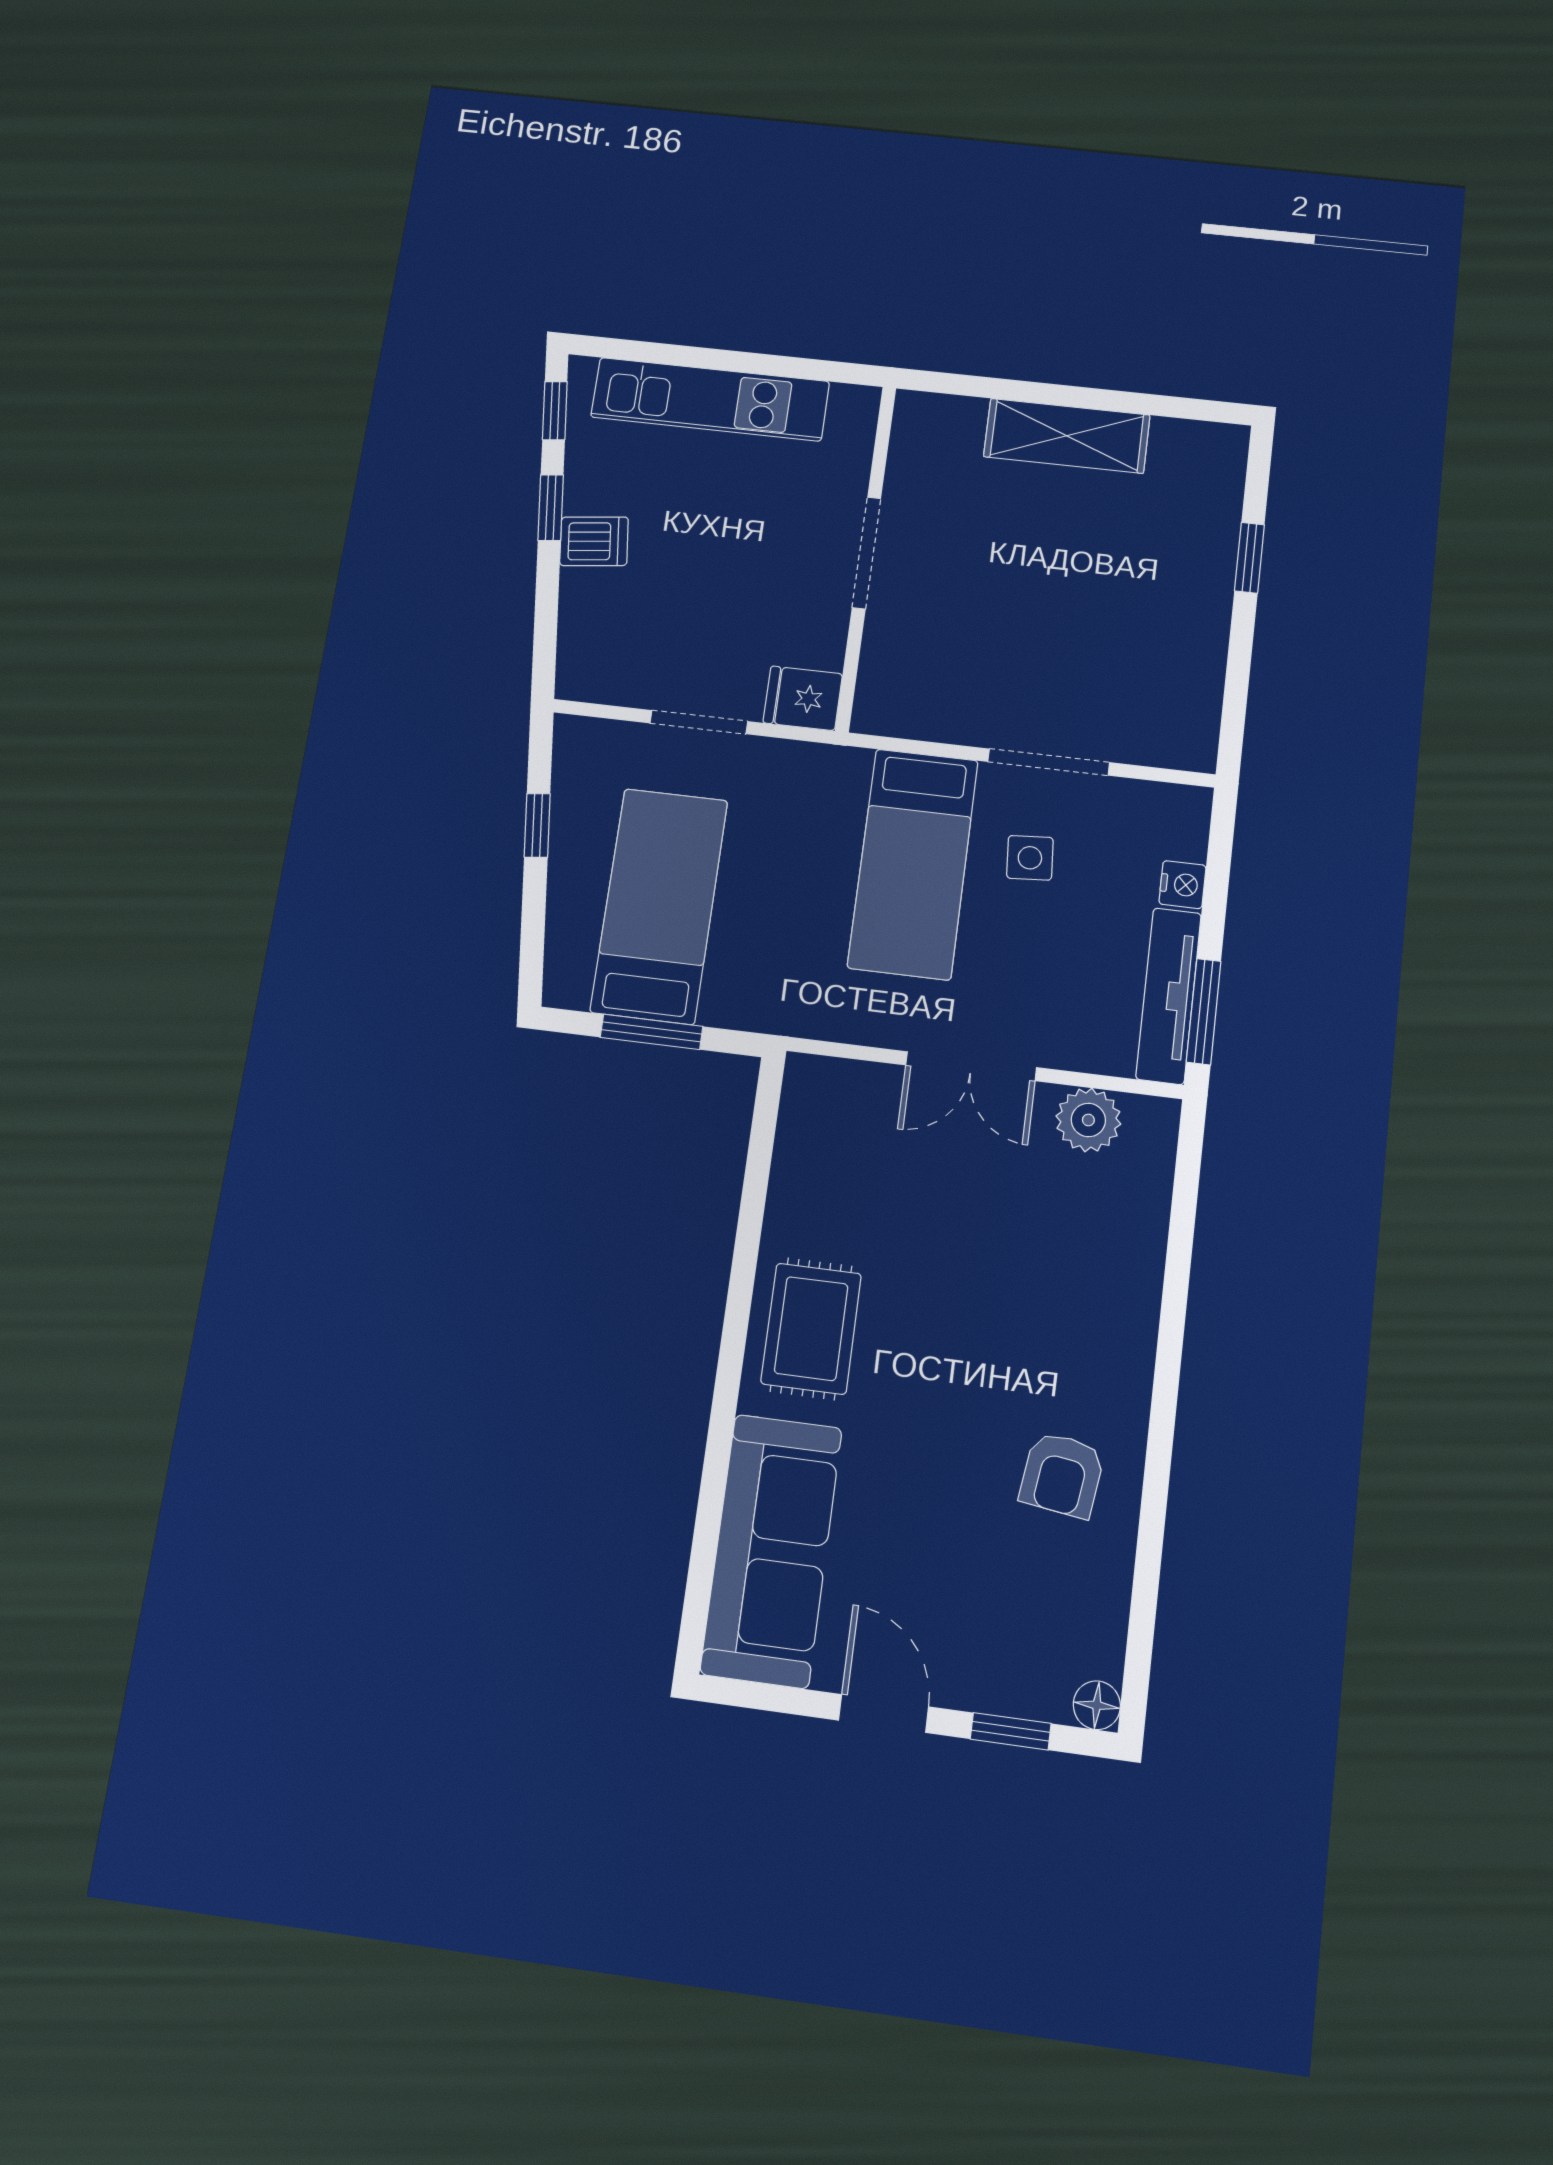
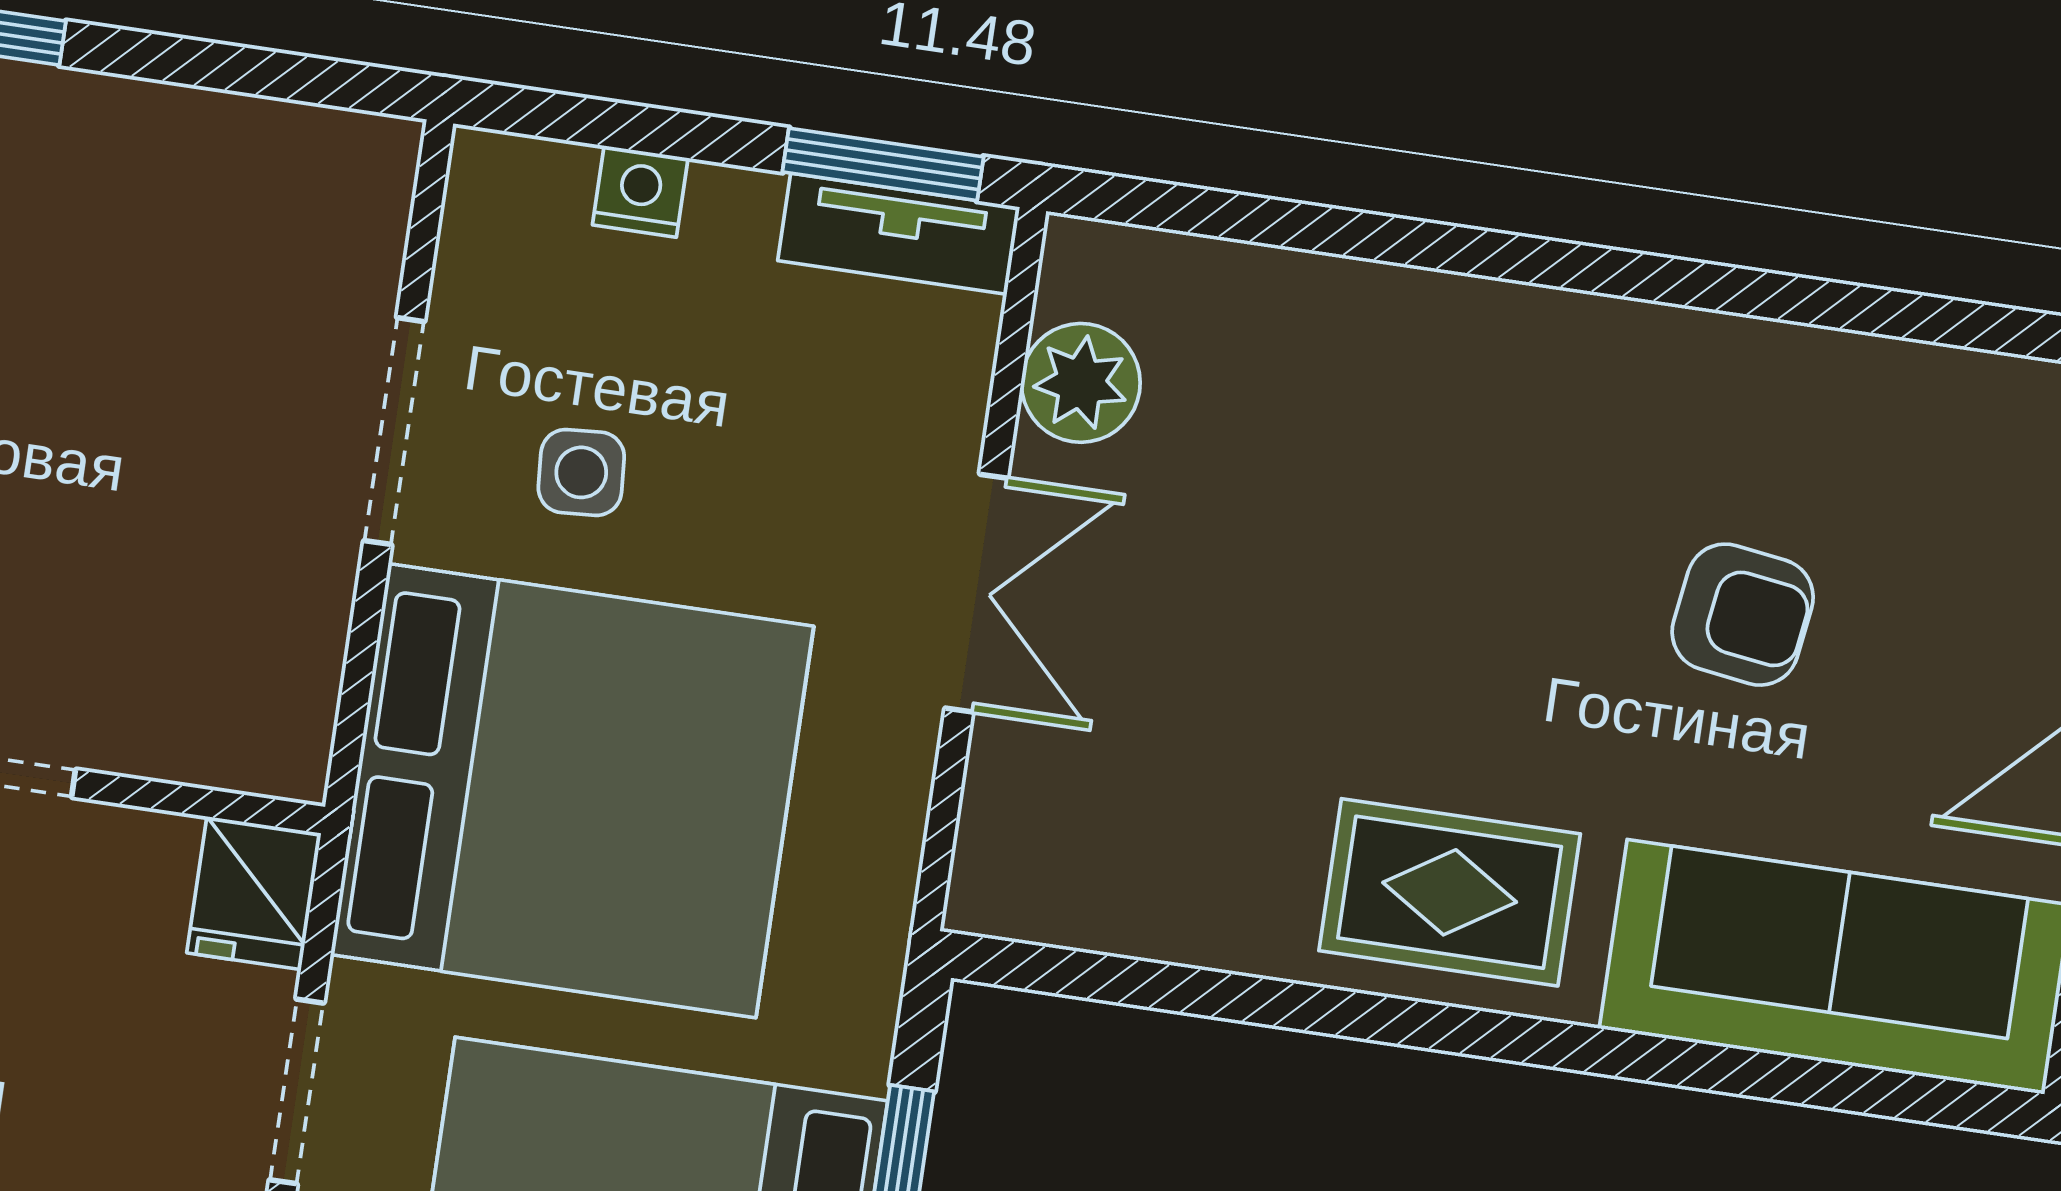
bed: (913, 863) -> (572, 791), width x2.04
tv unit: (1169, 996) -> (899, 234), width x0.71
armchair: (1062, 1475) -> (1743, 615), moved

